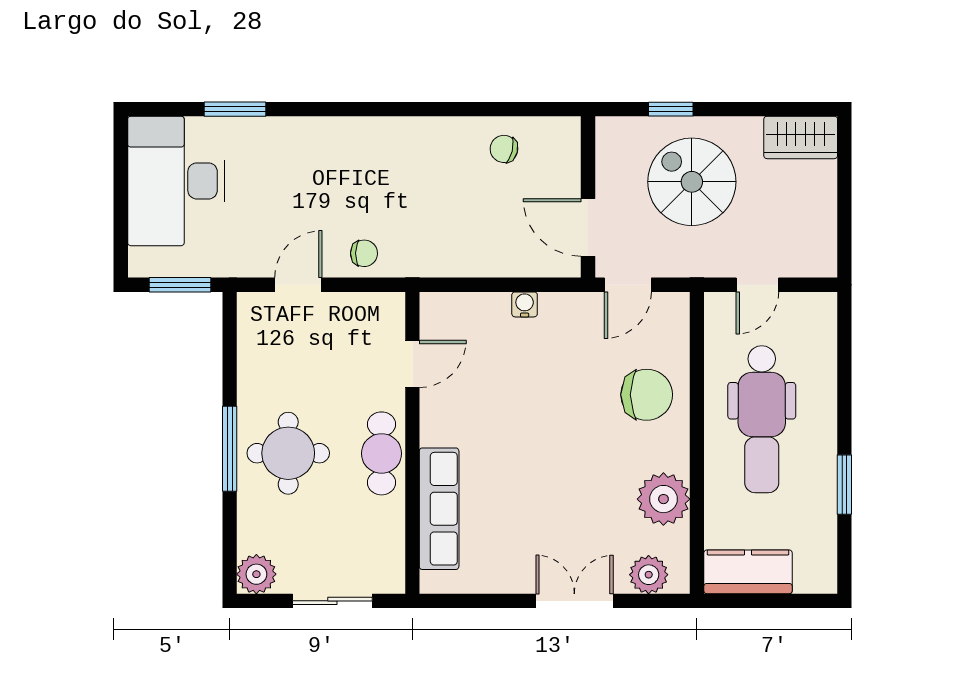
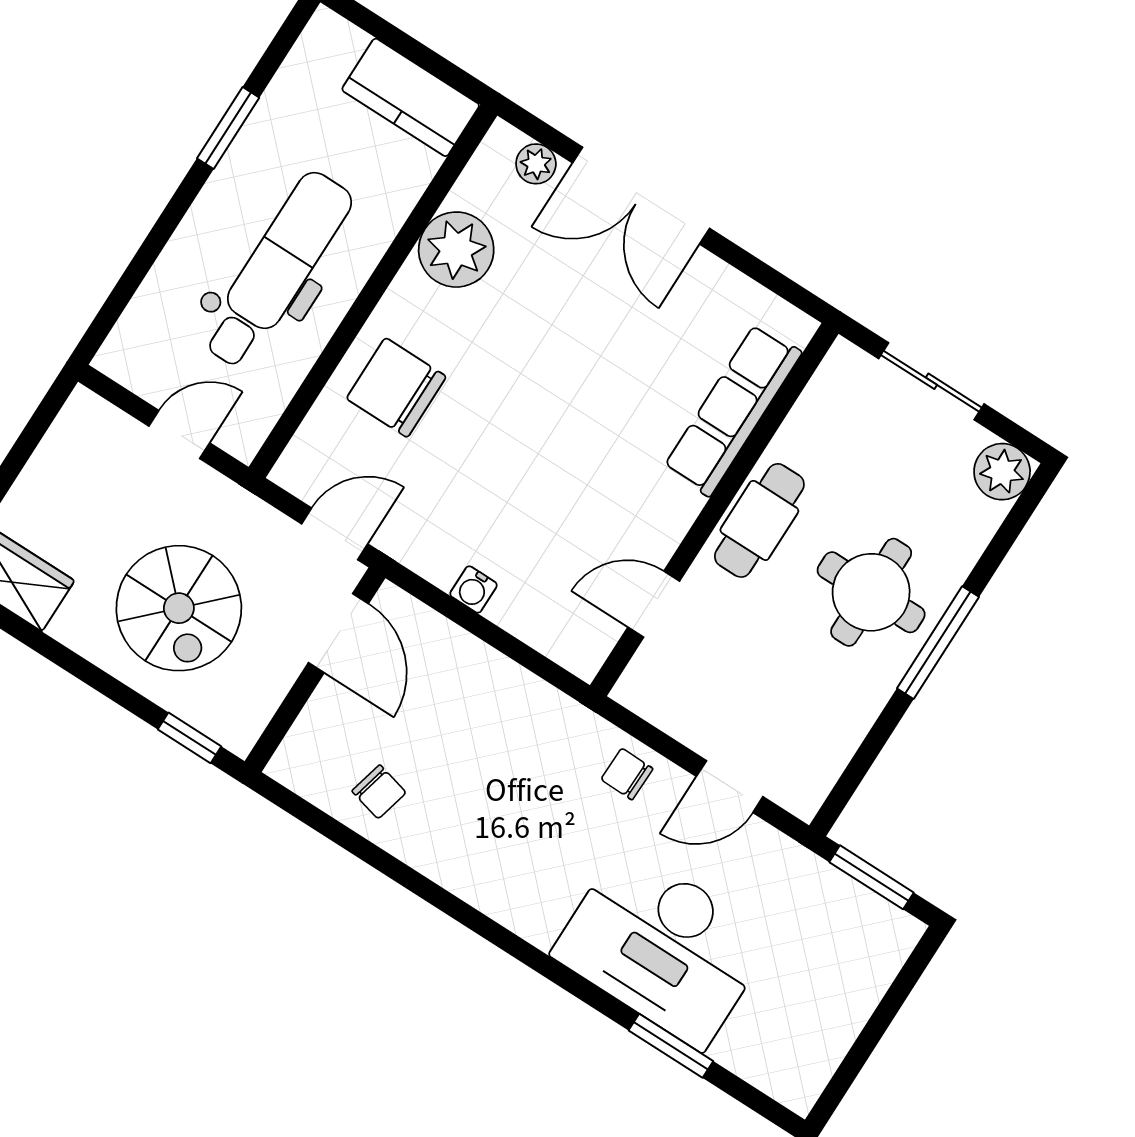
window: (671, 109) -> (189, 738), moved
desk: (176, 181) -> (663, 947), moved, turned 90
plant: (649, 575) -> (536, 164), width x0.73, depth x0.73
double door: (574, 601) -> (641, 196), width x1.37

